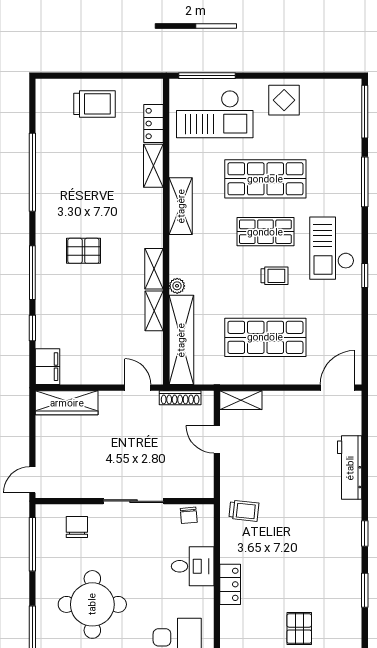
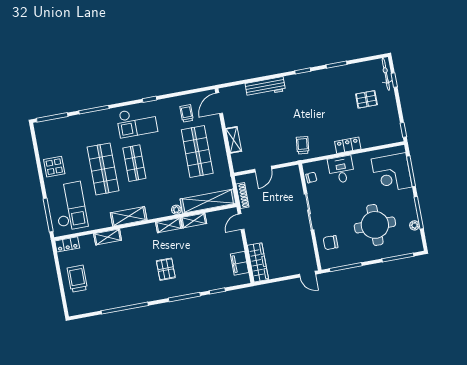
locker: (153, 124) -> (67, 244), moved
trolley: (274, 276) -> (187, 113), moved
filing cabinet: (48, 367) -> (240, 263), moved, turned -90
door: (337, 388) -> (219, 103), hinge flipped
shelving: (241, 400) -> (234, 140), moved

